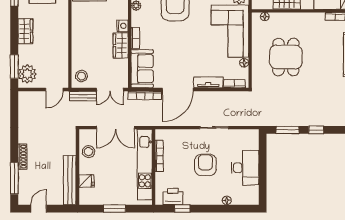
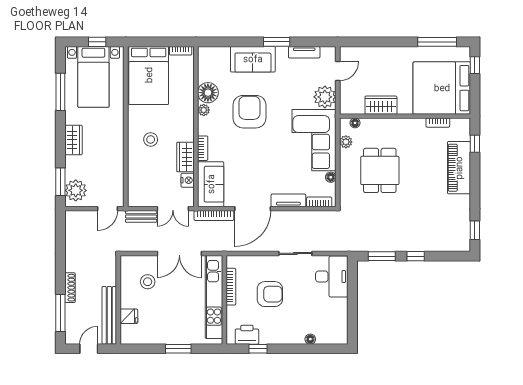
nightstand: (123, 26) -> (188, 180), moved
plant: (257, 33) -> (346, 142), added
stool: (81, 76) -> (151, 139), moved
armchair: (205, 165) -> (270, 294), moved, turned 90
wall: (78, 167) -> (118, 300), moved
desk: (245, 168) -> (332, 277), moved
bench: (70, 180) -> (109, 315), moved
fridge: (86, 181) -> (129, 316), moved

